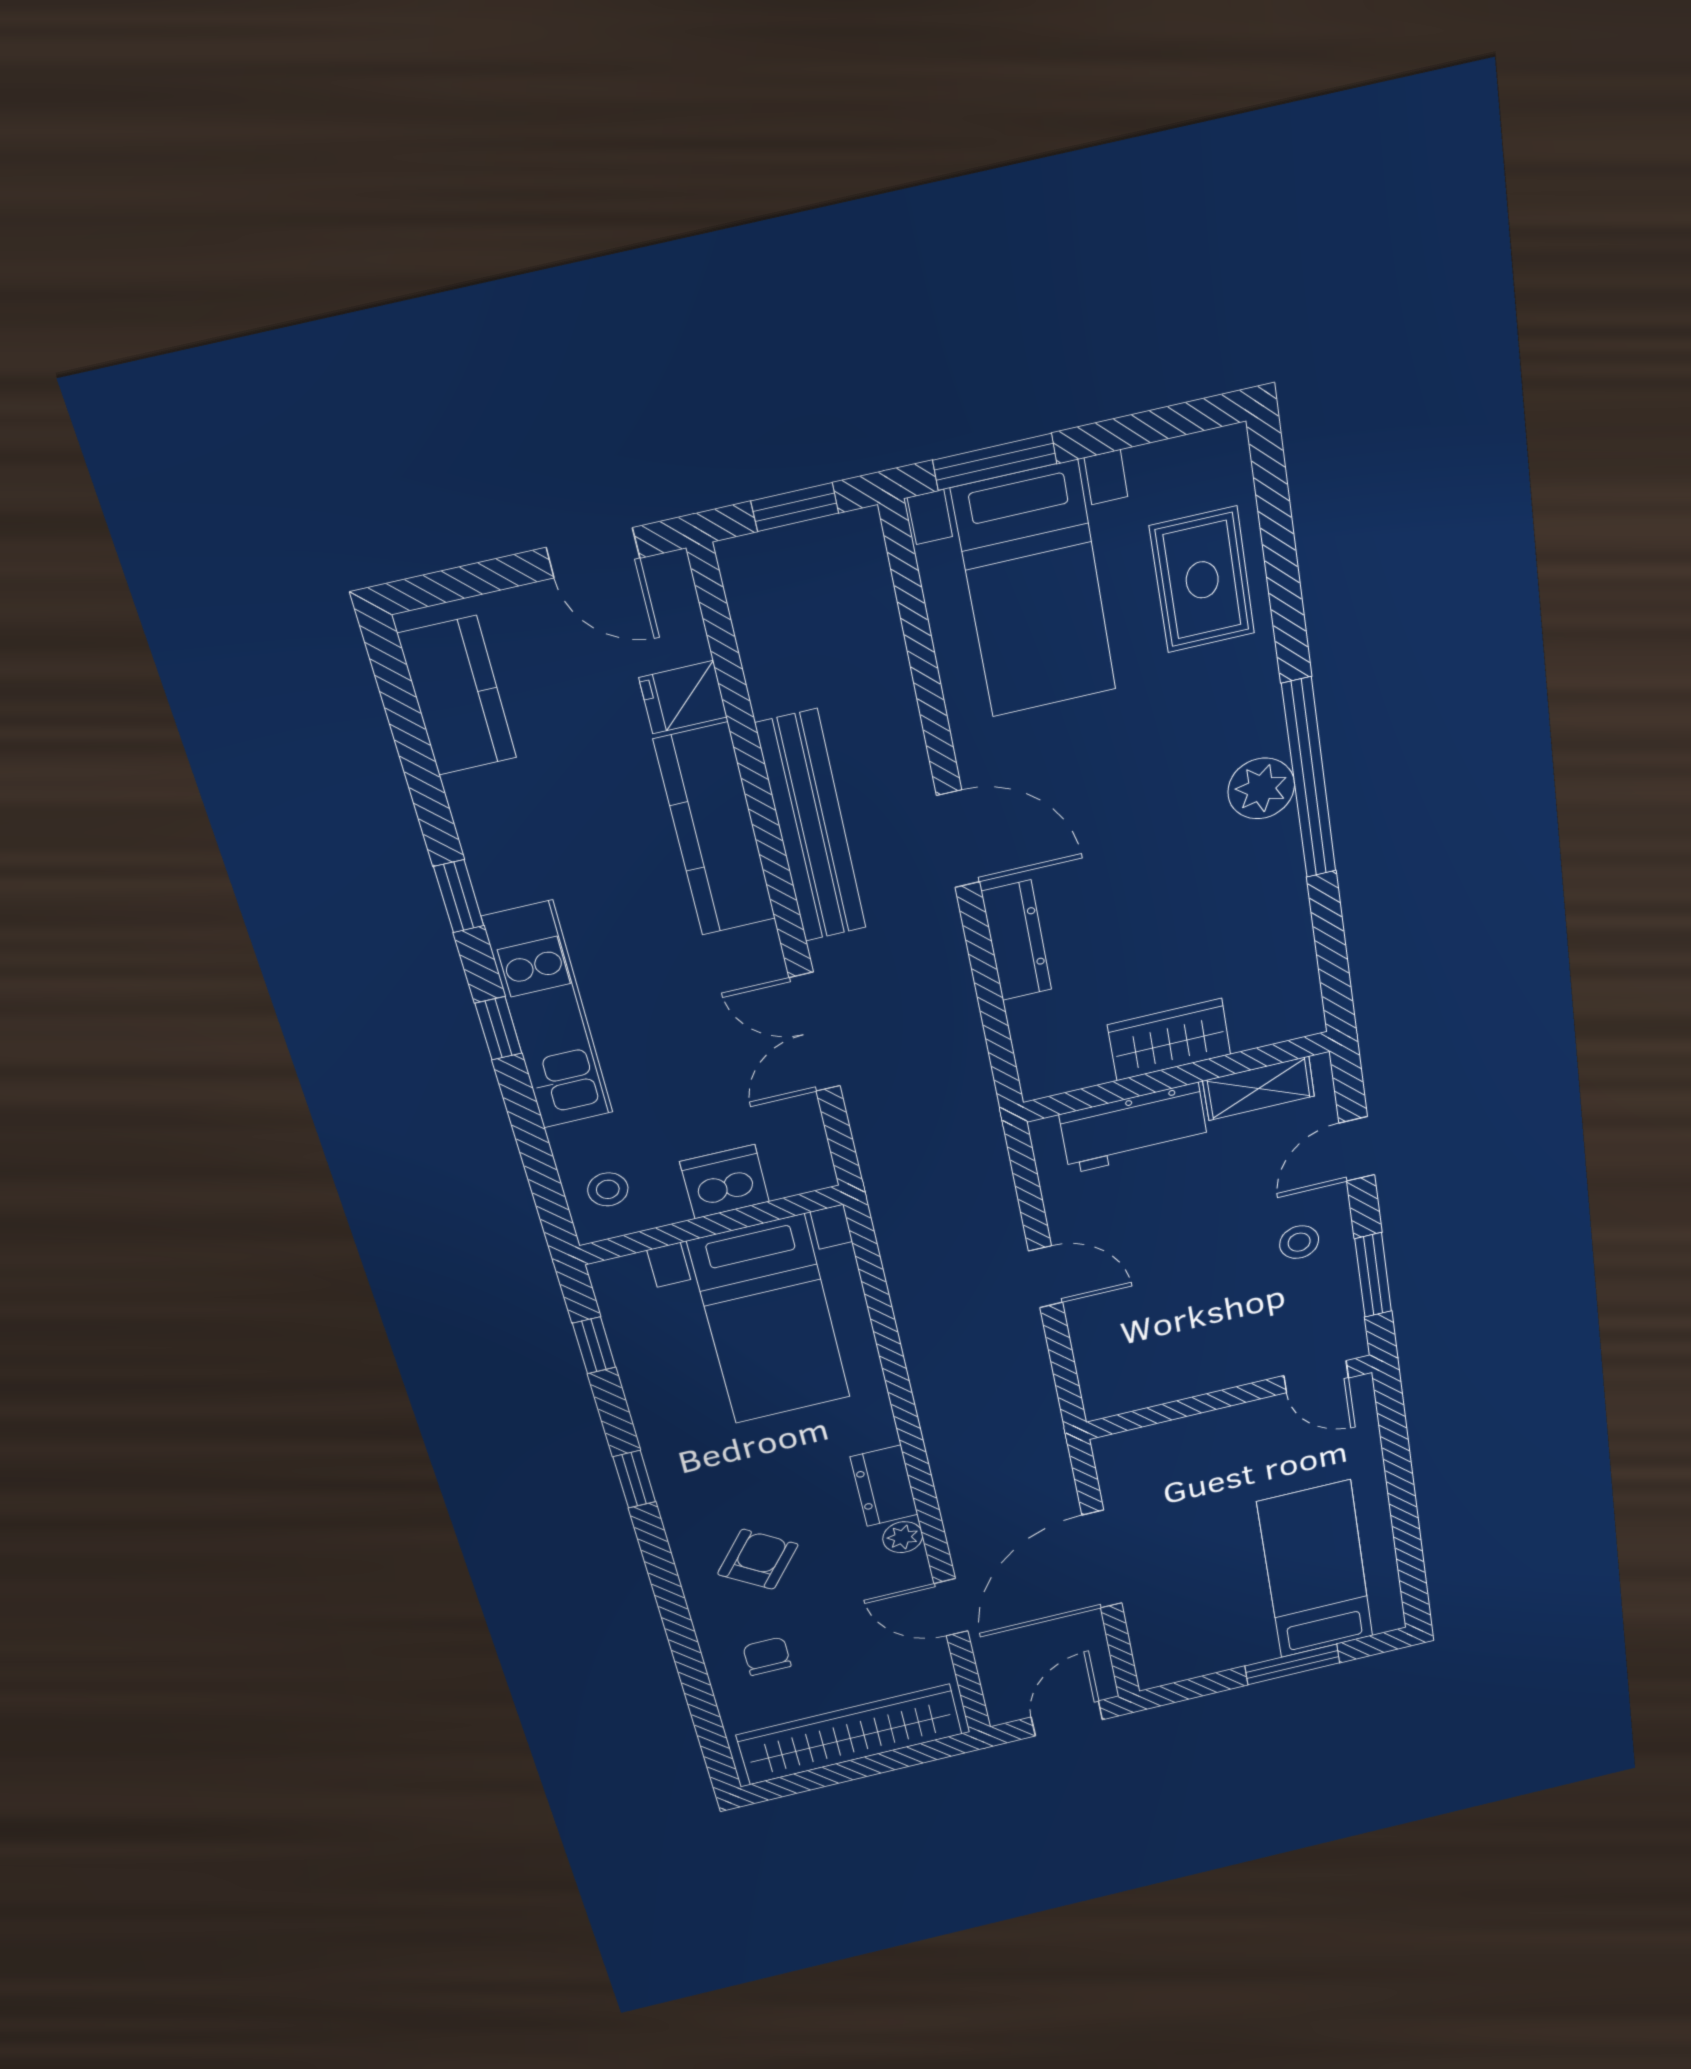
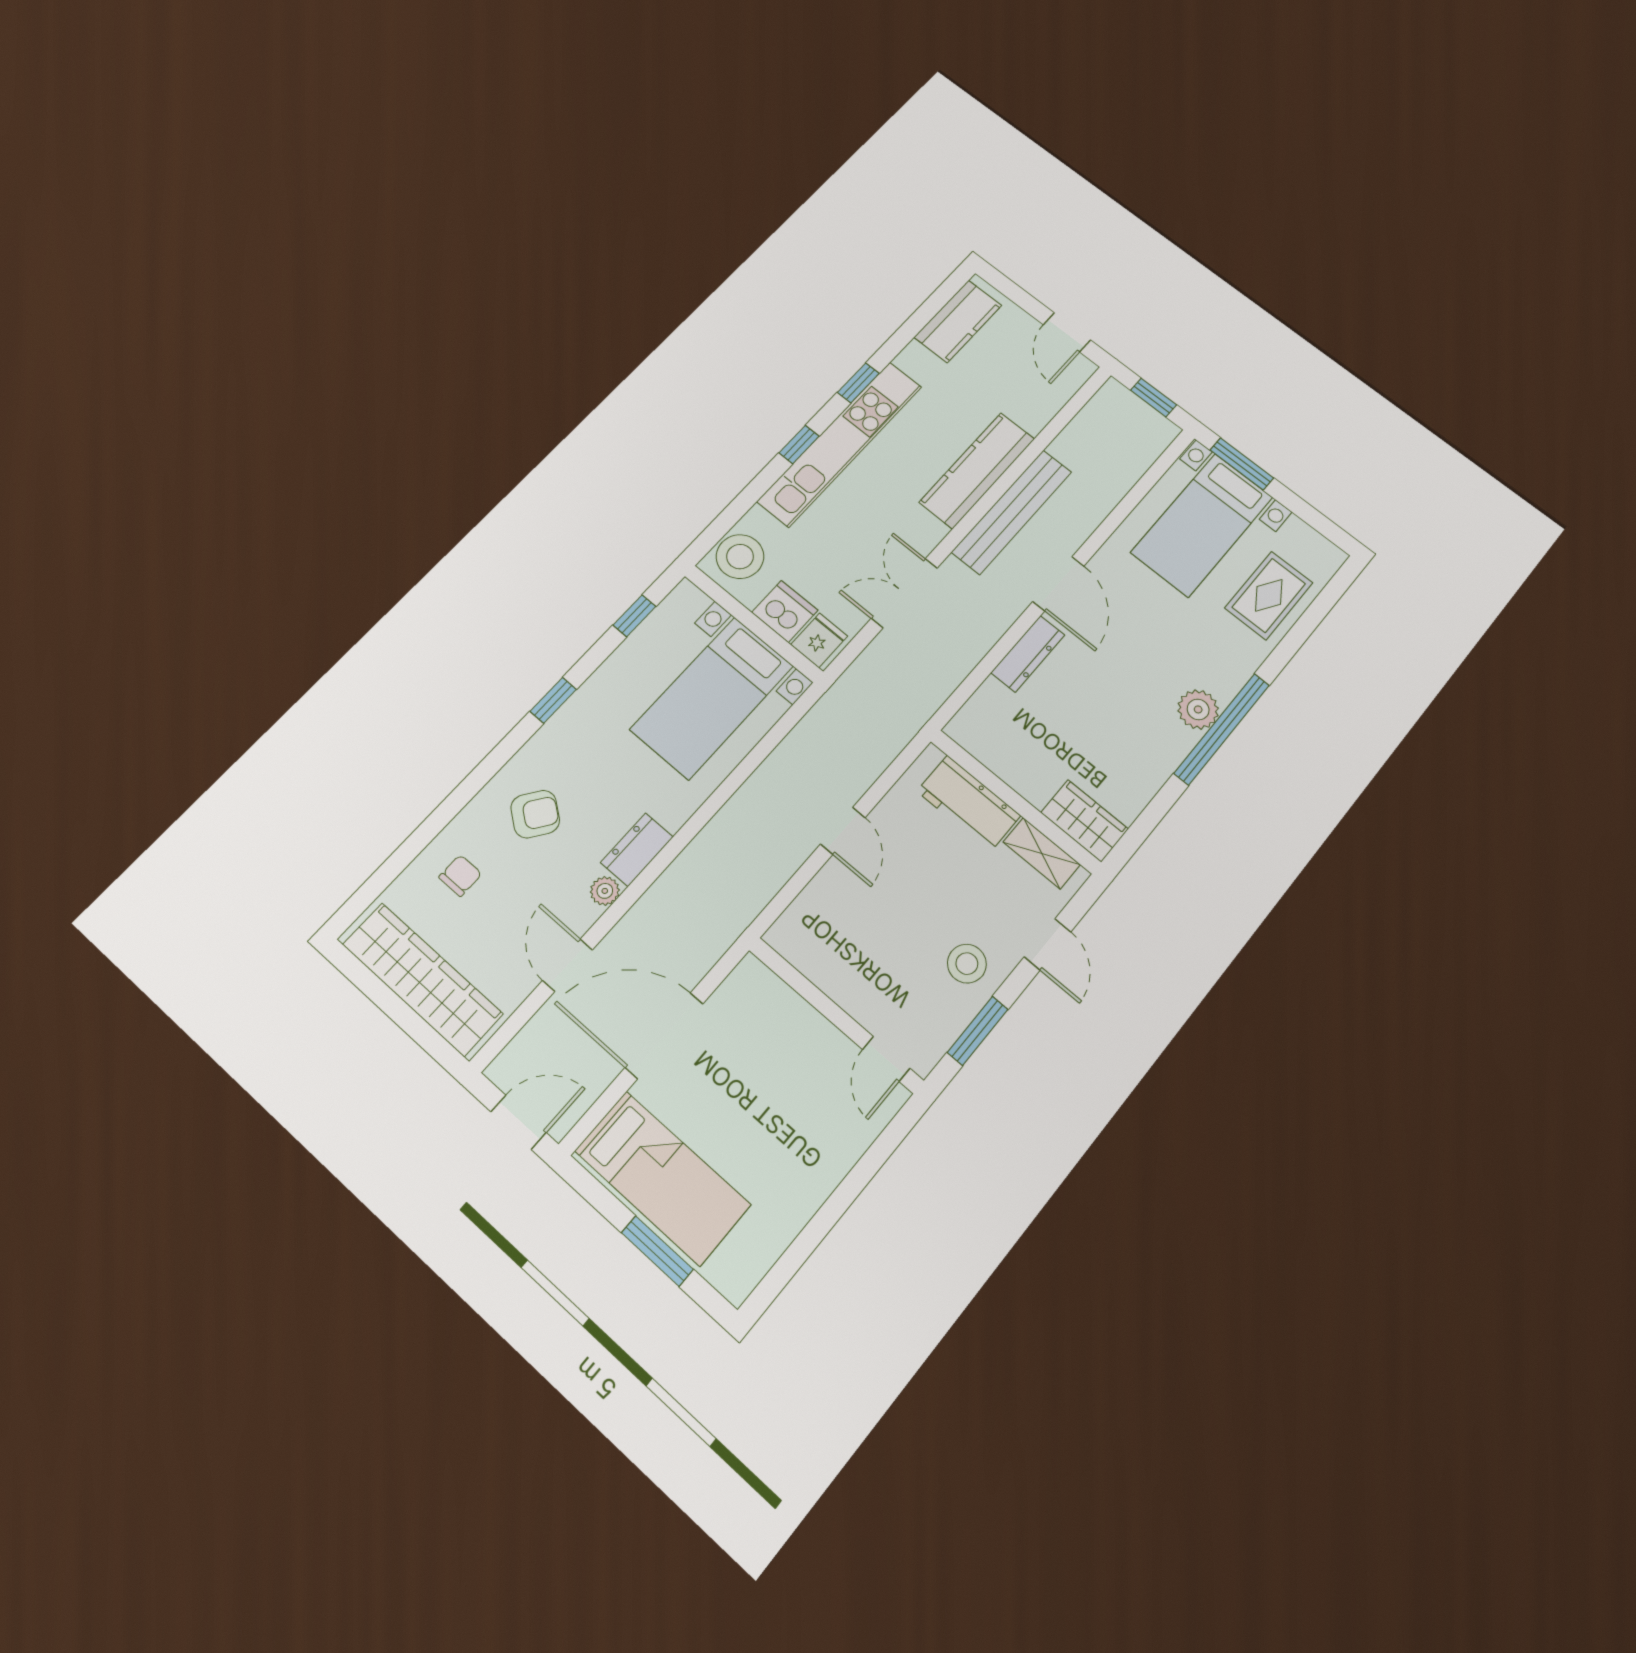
fridge: (683, 697) -> (819, 640), moved, turned 90
kitchen unit: (548, 1016) -> (840, 444), width x1.36
wardrobe: (1169, 1040) -> (1085, 821), moved
door: (1357, 1149) -> (1048, 944), swing flipped
stool: (608, 1189) -> (740, 557), width x1.89, depth x1.89
stool: (1299, 1242) -> (967, 964), width x1.37, depth x1.37
bed: (1315, 1570) -> (663, 1178), moved, turned 90

